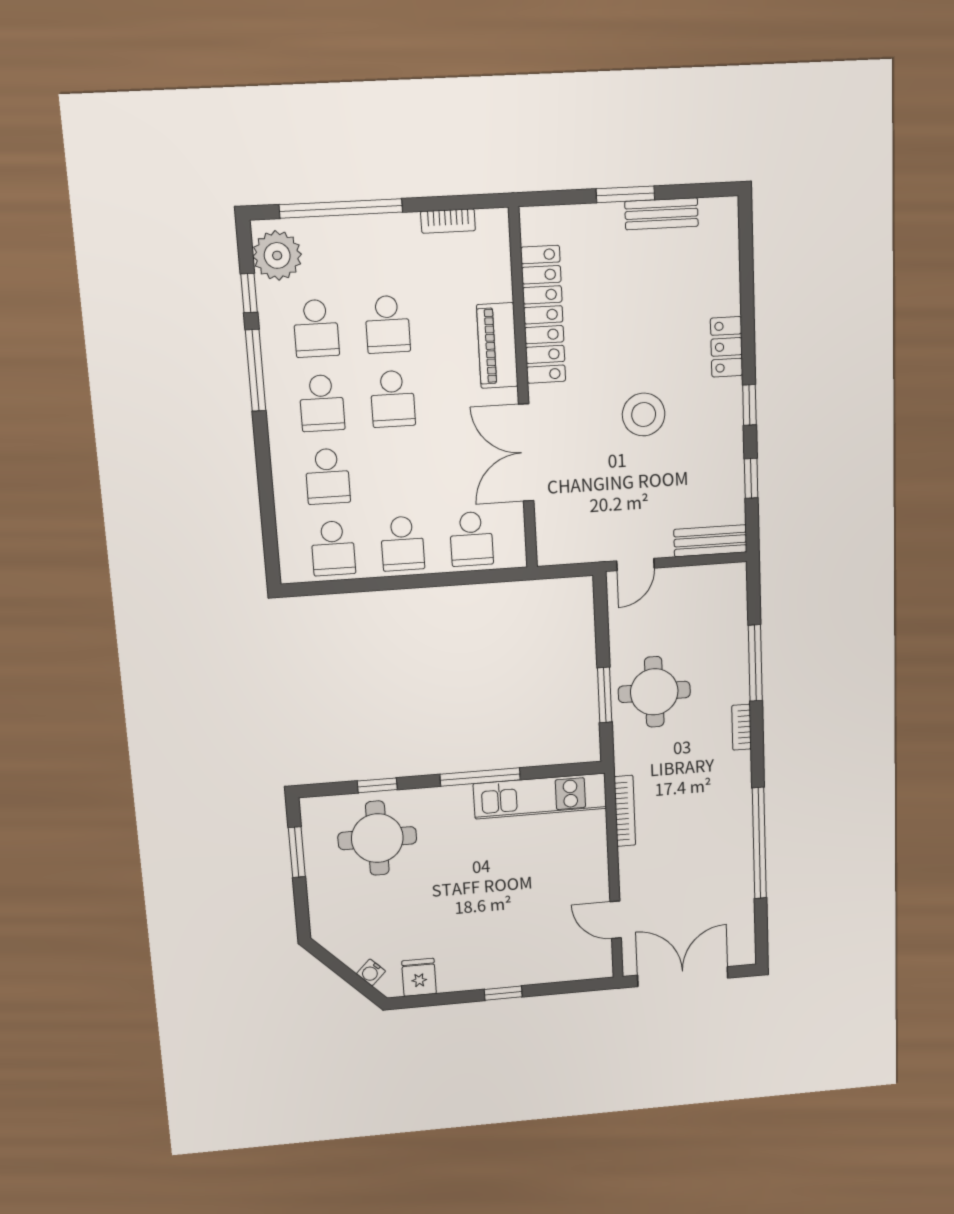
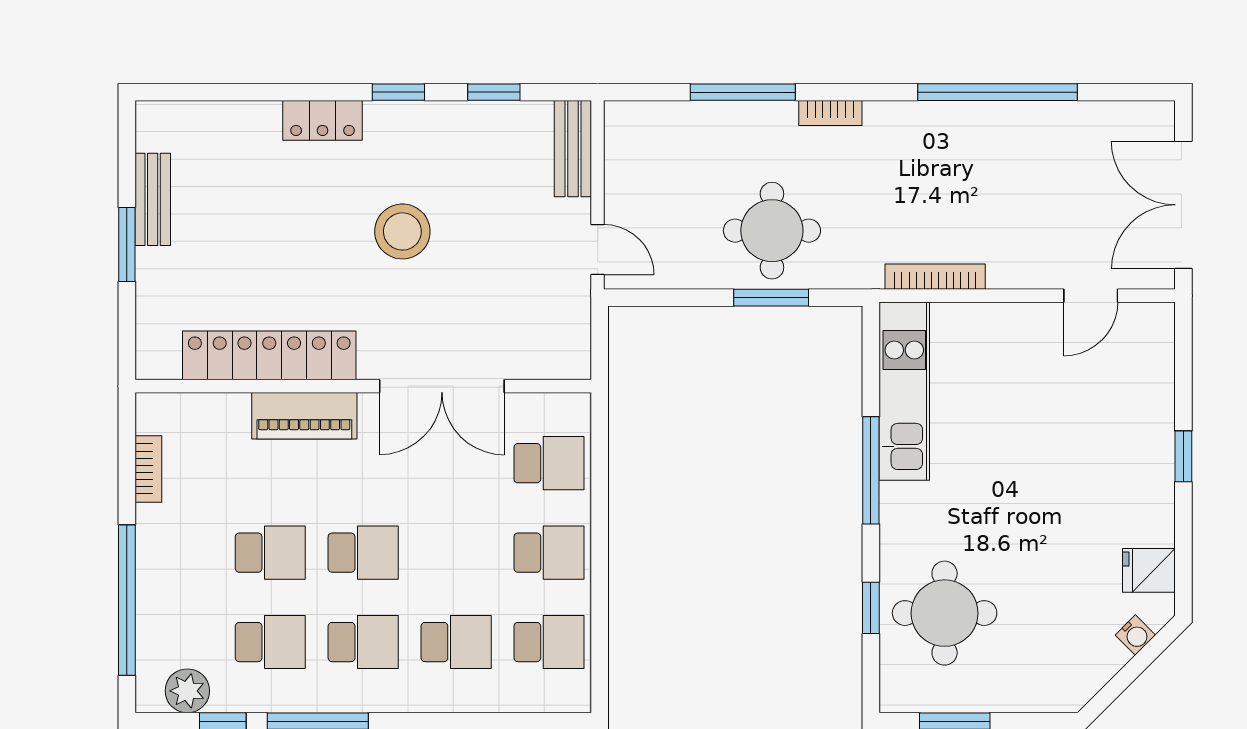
plant: (277, 255) -> (187, 691), width x0.73, depth x0.73

